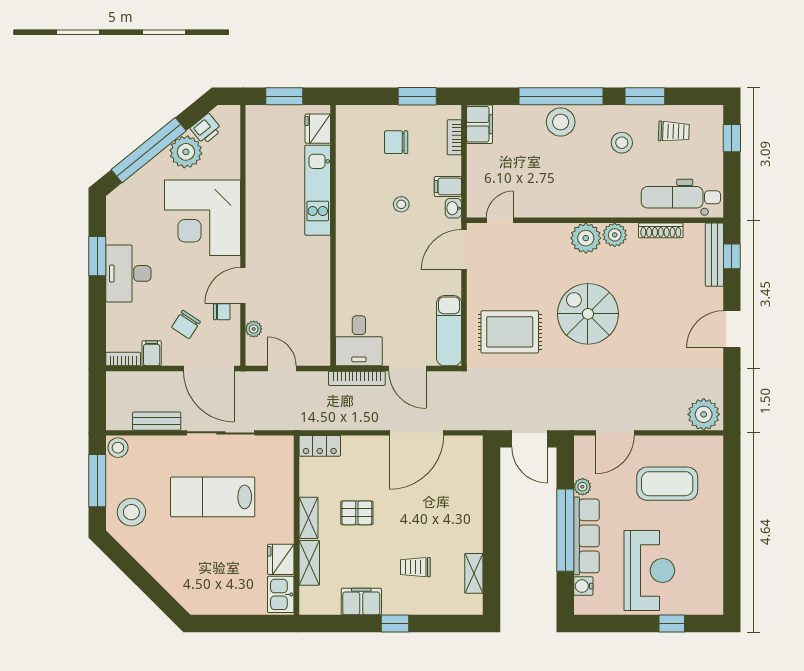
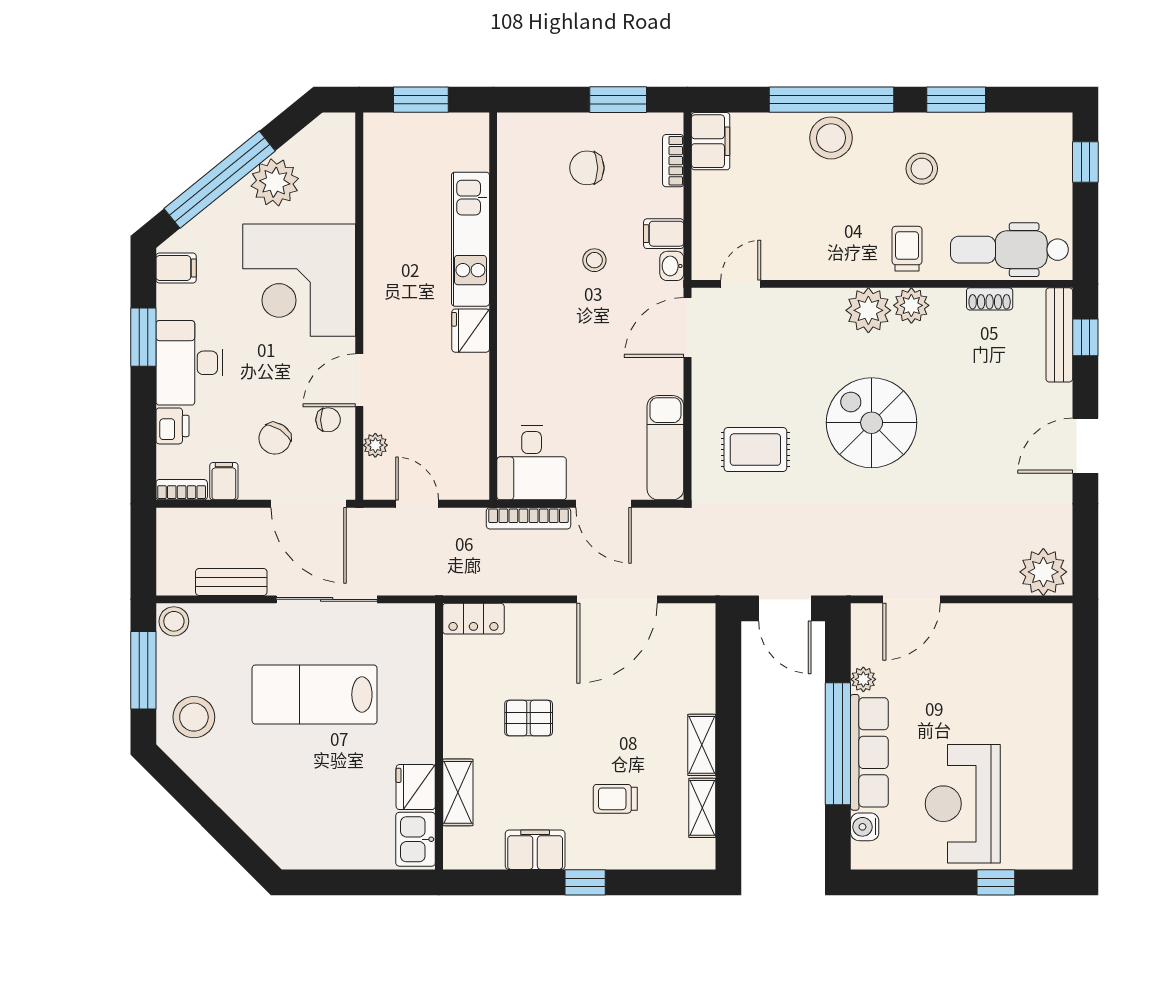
printer: (206, 129) -> (172, 426), moved, turned -51
fridge: (318, 129) -> (471, 331), moved
trolley: (674, 131) -> (907, 249), moved, turned -92
filing cabinet: (119, 210) -> (176, 268), added
shoe rack: (661, 230) -> (990, 299), width x0.70
rug: (510, 332) -> (755, 450), width x0.73, depth x0.70
coffee table: (667, 484) -> (989, 675), removed
shelving: (308, 518) -> (702, 745), moved
reception desk: (649, 570) -> (963, 804), turned 180

